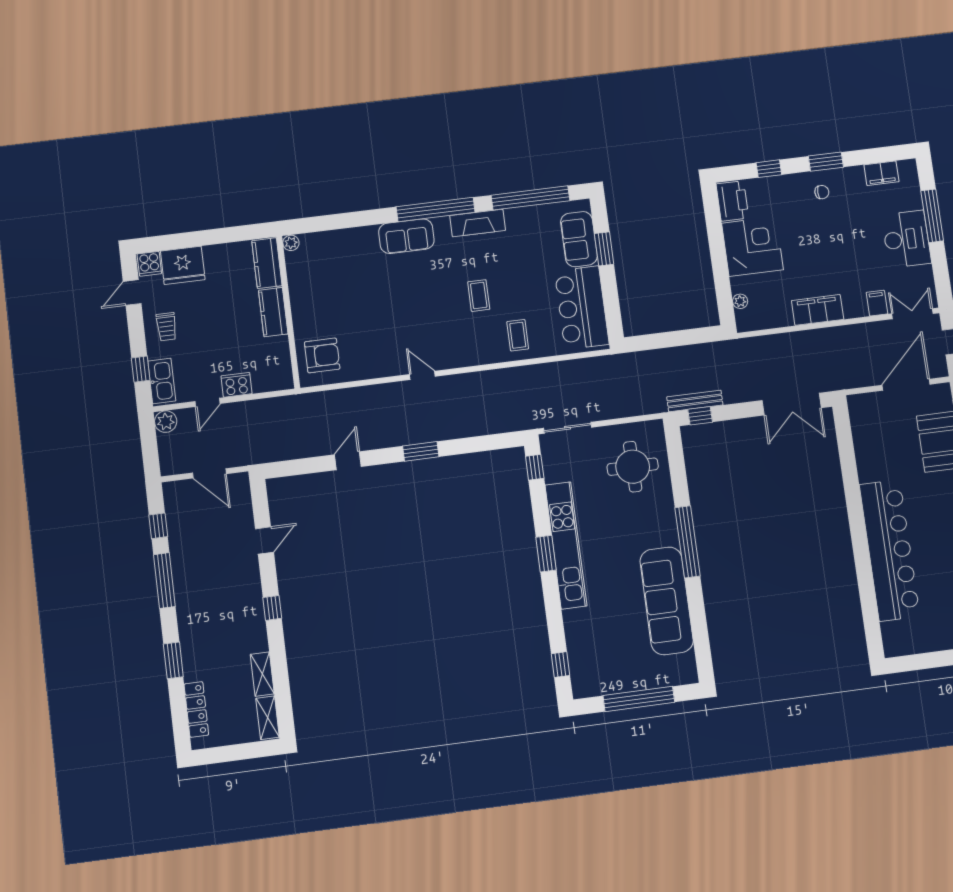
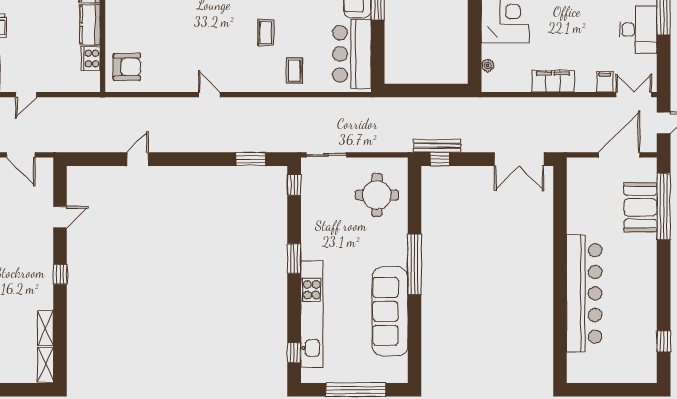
cooker: (237, 385) -> (91, 58), moved, turned -90
window: (421, 451) -> (251, 159), moved
kitchen unit: (566, 545) -> (312, 314), moved

